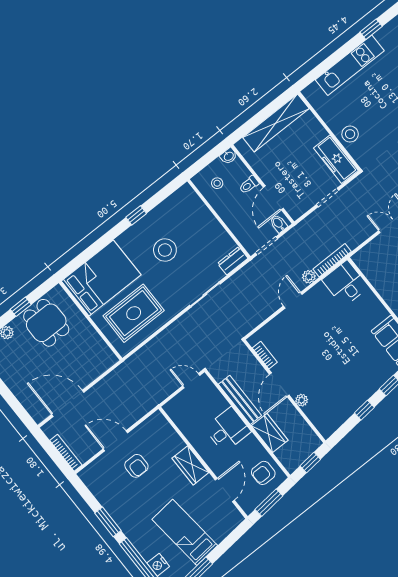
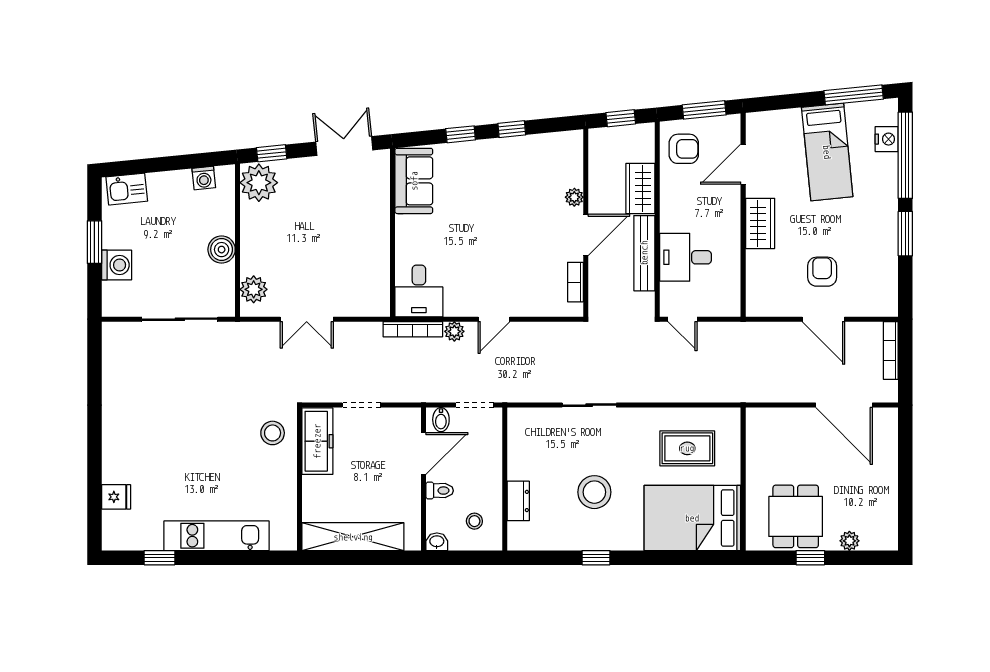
stool: (350, 134) -> (273, 433), moved
dresser: (233, 261) -> (518, 501), moved, turned -90
rug: (134, 313) -> (687, 448), width x0.73, depth x0.70
desk: (228, 430) -> (685, 257), moved

